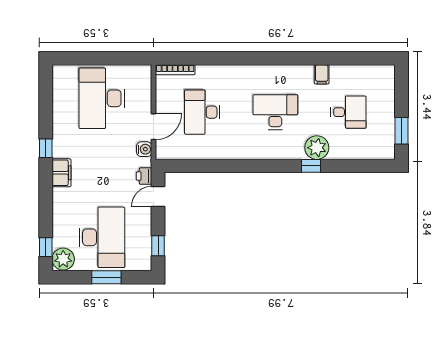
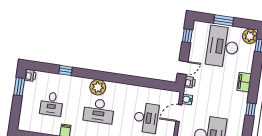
desk: (348, 112) -> (52, 104), turned -90
plant: (317, 148) -> (98, 87), moved
printer: (387, 151) -> (30, 75), added
window: (311, 166) -> (66, 70), moved
filing cabinet: (61, 173) -> (244, 82), moved

